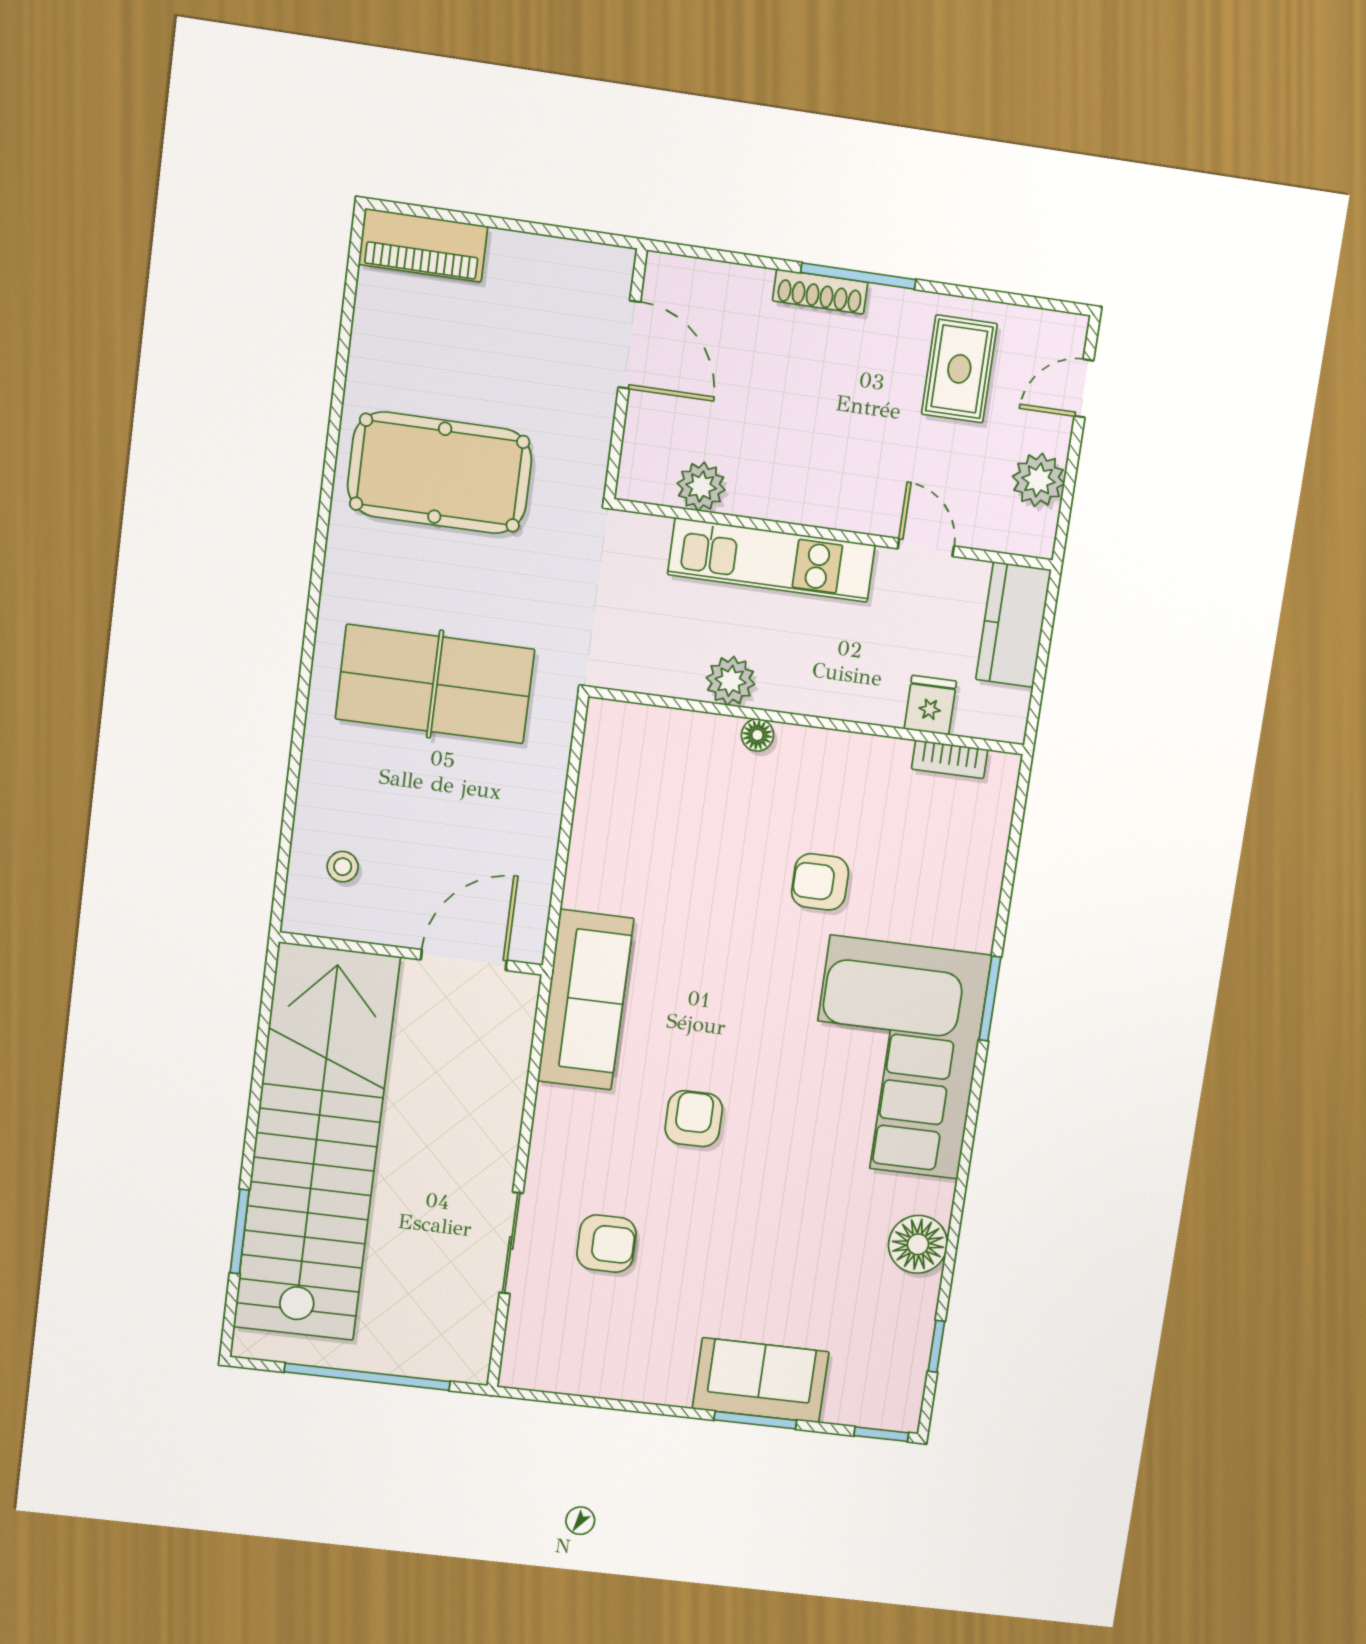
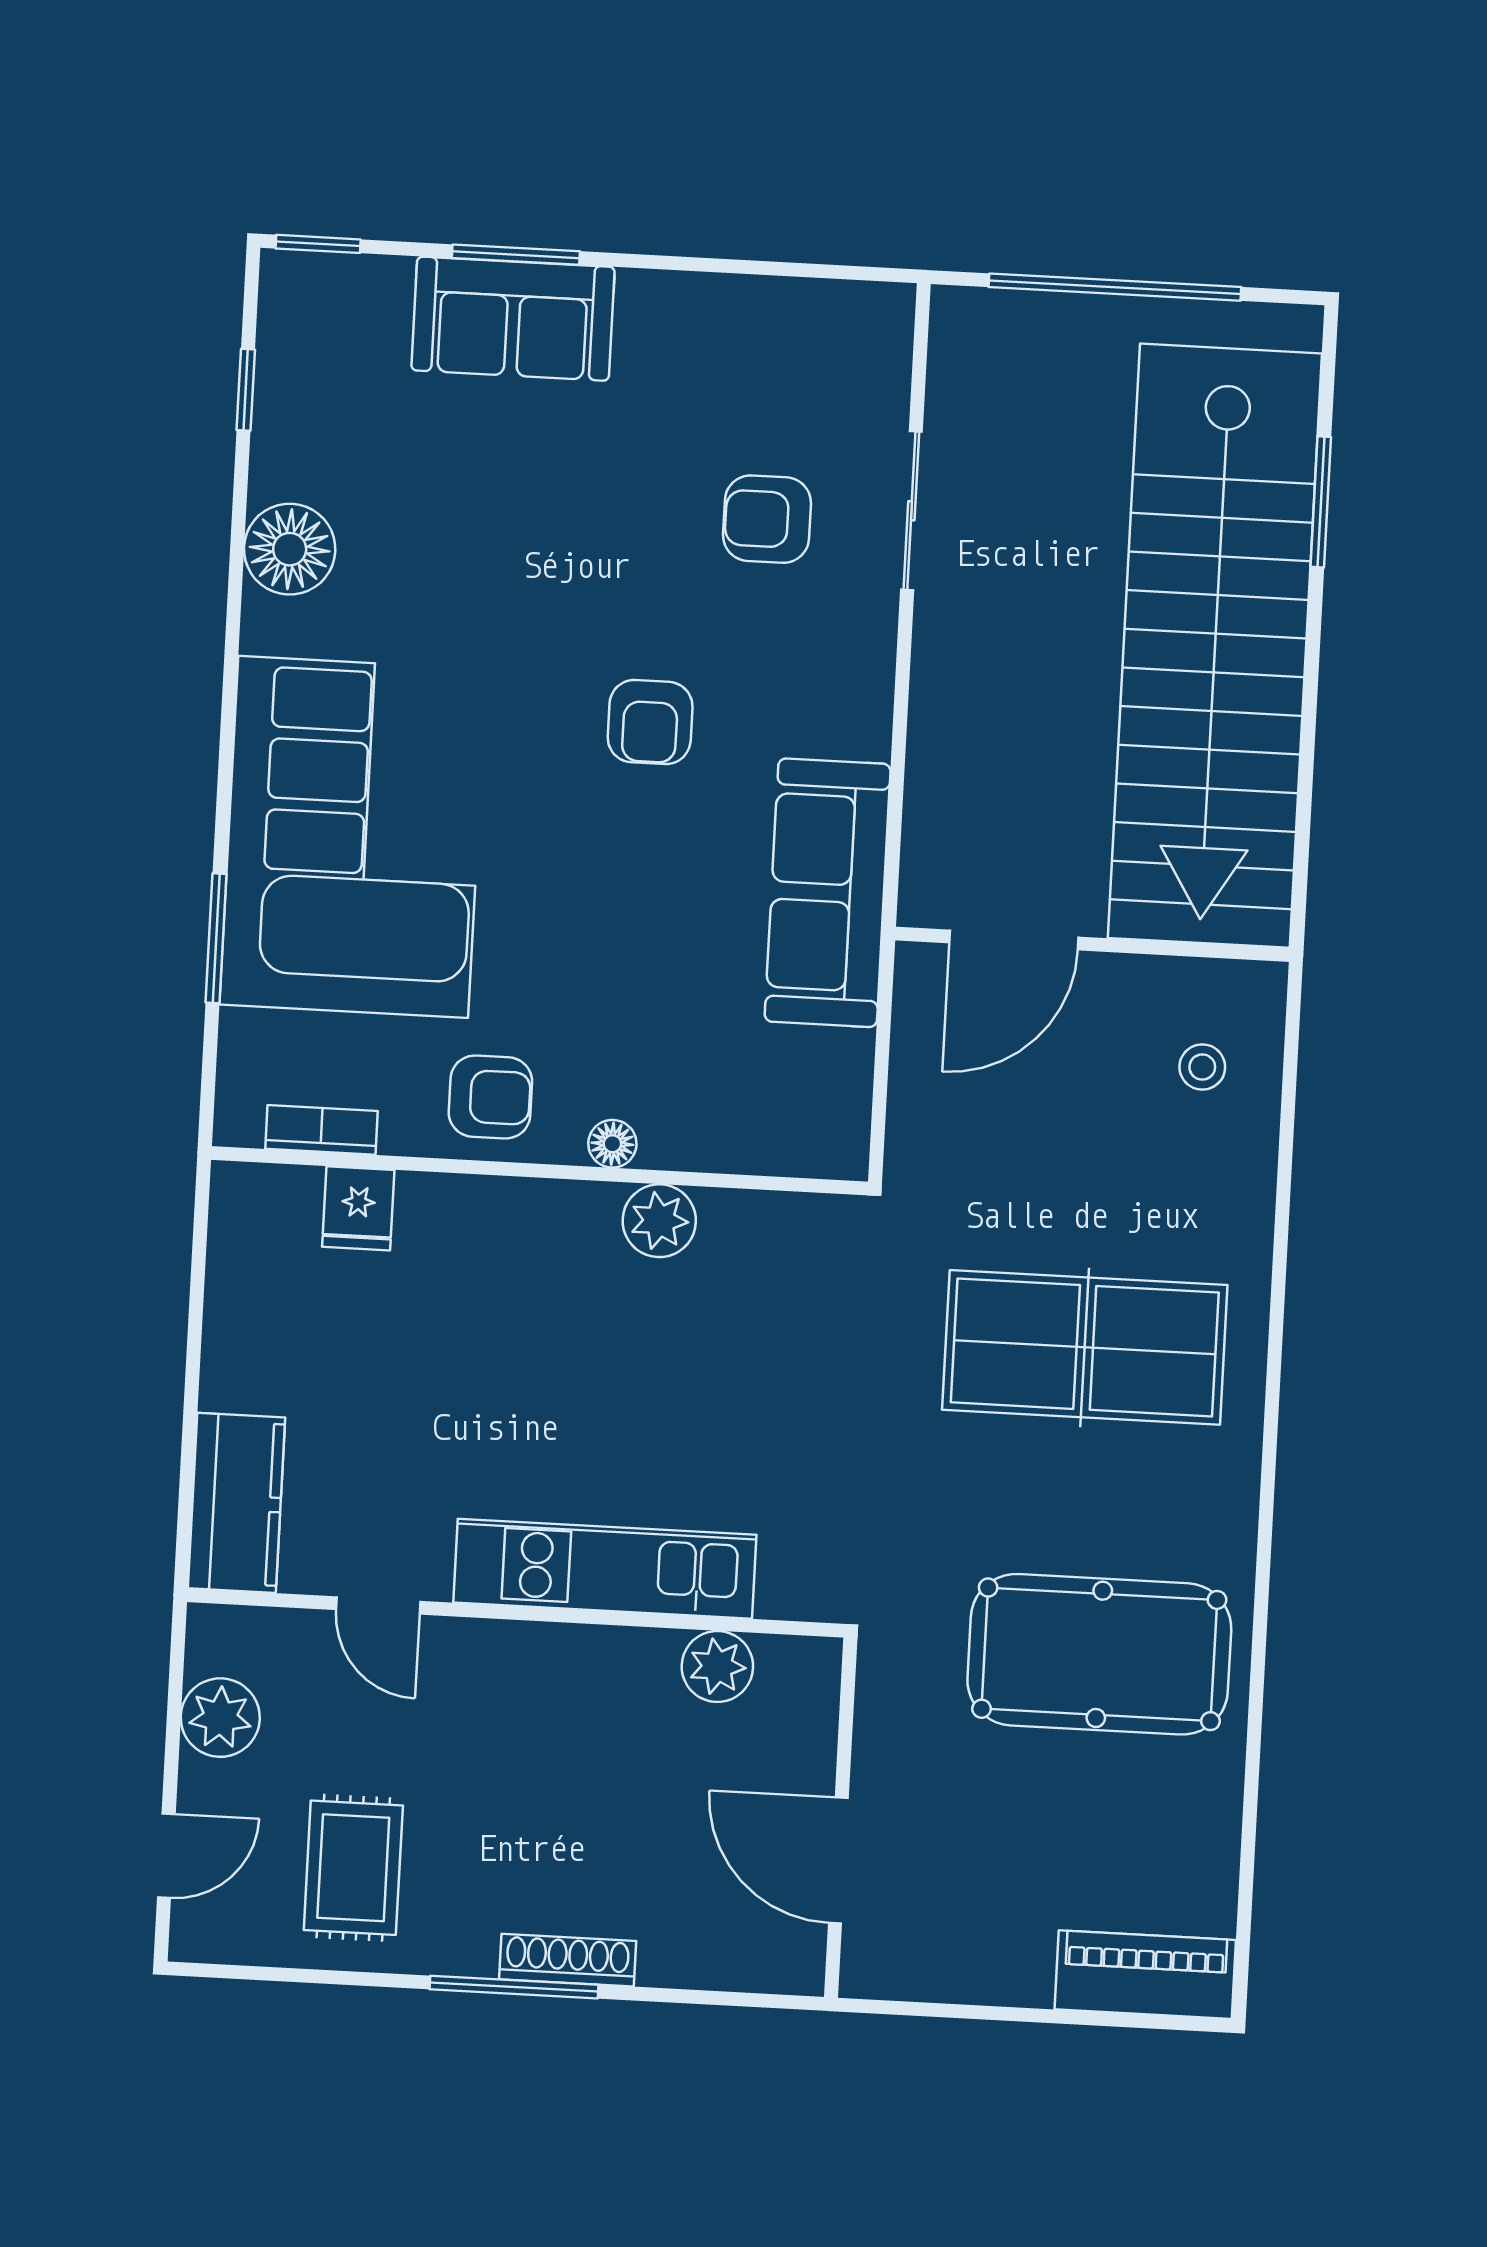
plant: (731, 681) -> (659, 1221), moved
fridge: (930, 705) -> (358, 1208), moved
wall: (808, 721) -> (540, 1171), moved
floor lamp: (757, 735) -> (612, 1144), moved
bookcase: (950, 759) -> (321, 1130), moved

